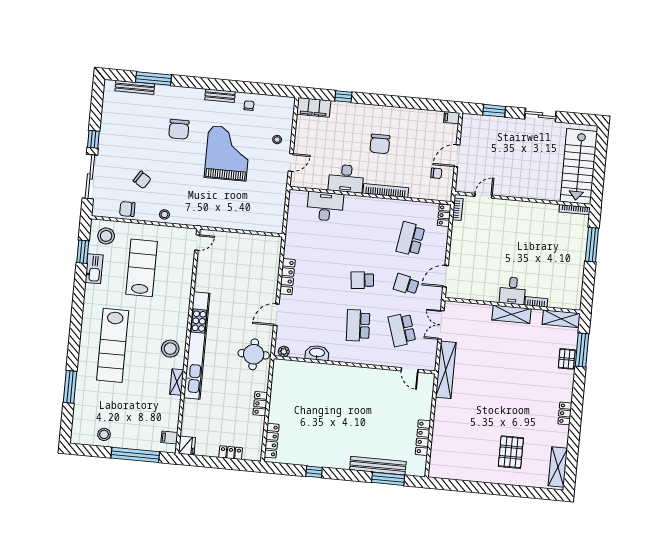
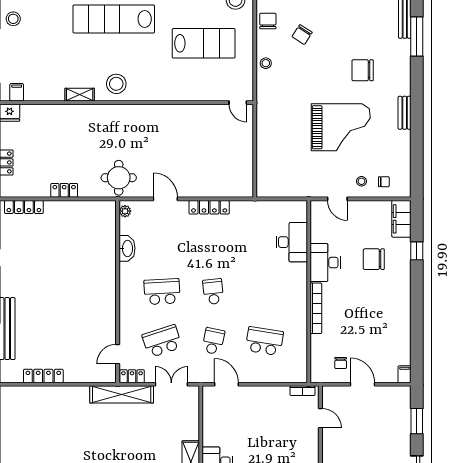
chair: (249, 106) -> (384, 182), moved
chair: (380, 144) -> (374, 259), moved
locker: (444, 215) -> (132, 376), moved
kitchen unit: (197, 346) -> (123, 113), removed

